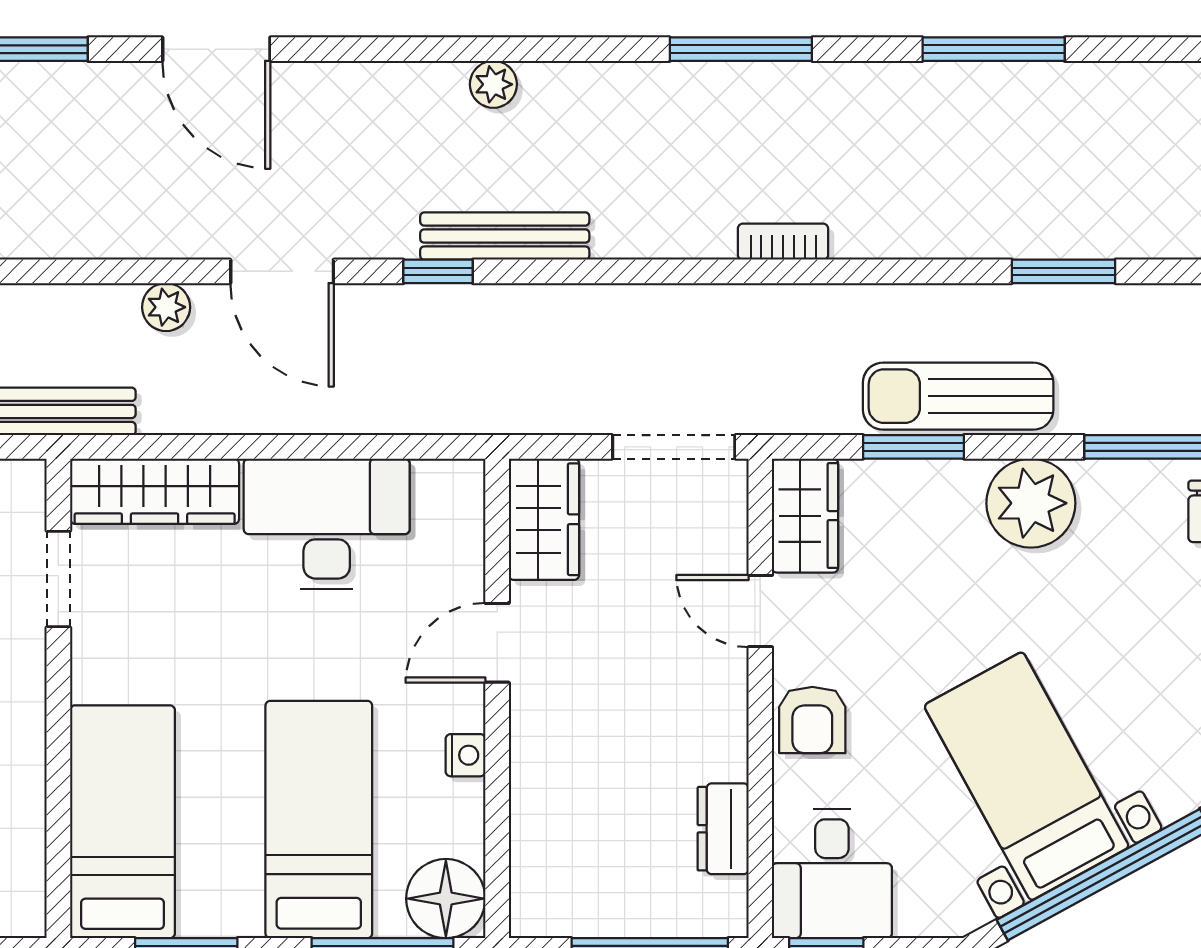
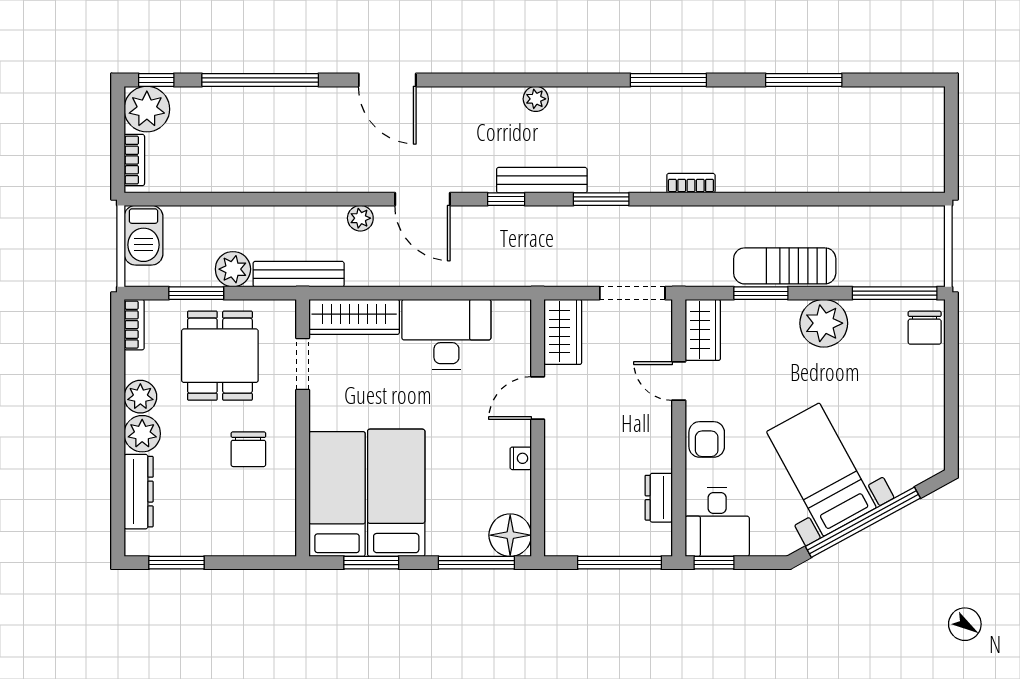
window: (1063, 271) -> (601, 199), moved
bed: (319, 820) -> (396, 493), moved

